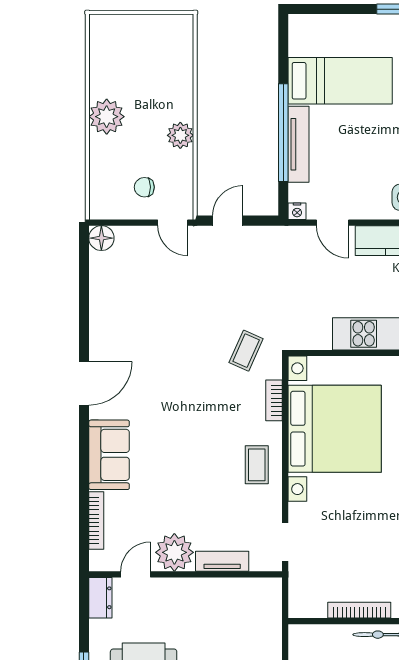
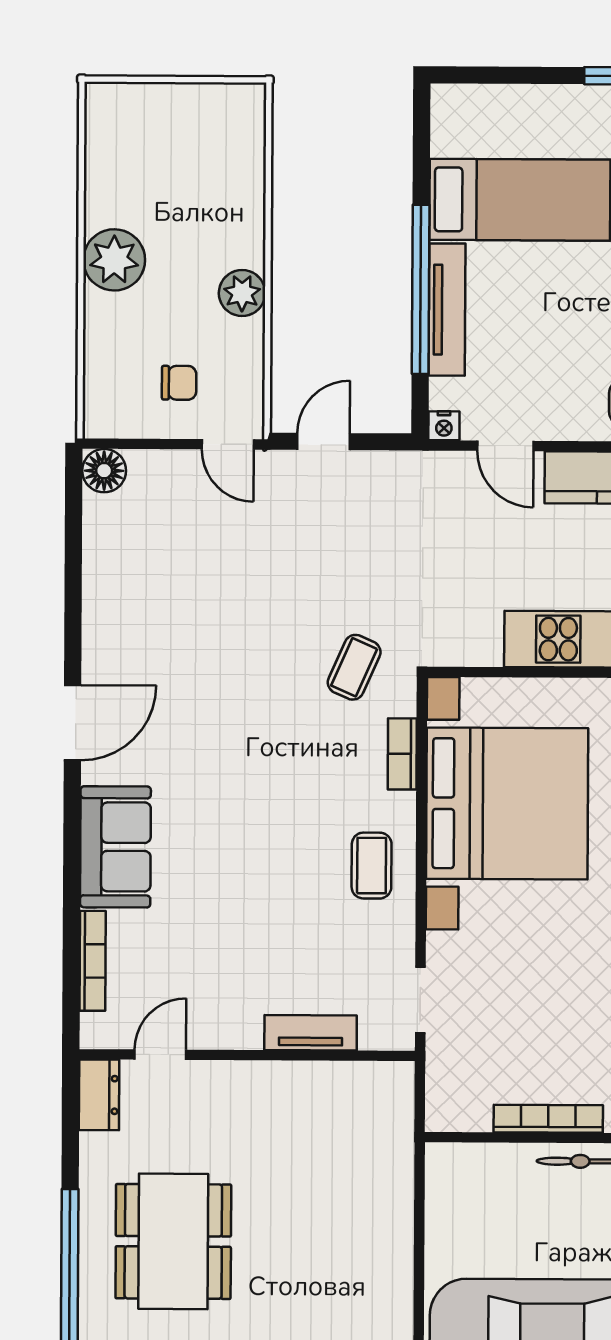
chair: (144, 187) -> (179, 383), turned 180
plant: (174, 552) -> (228, 1017), removed

